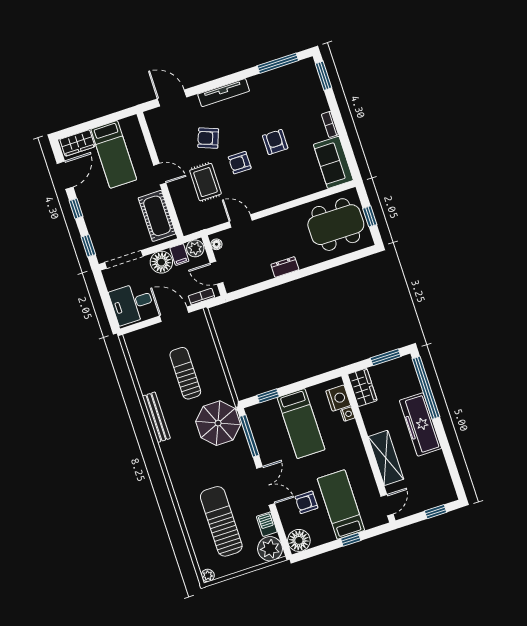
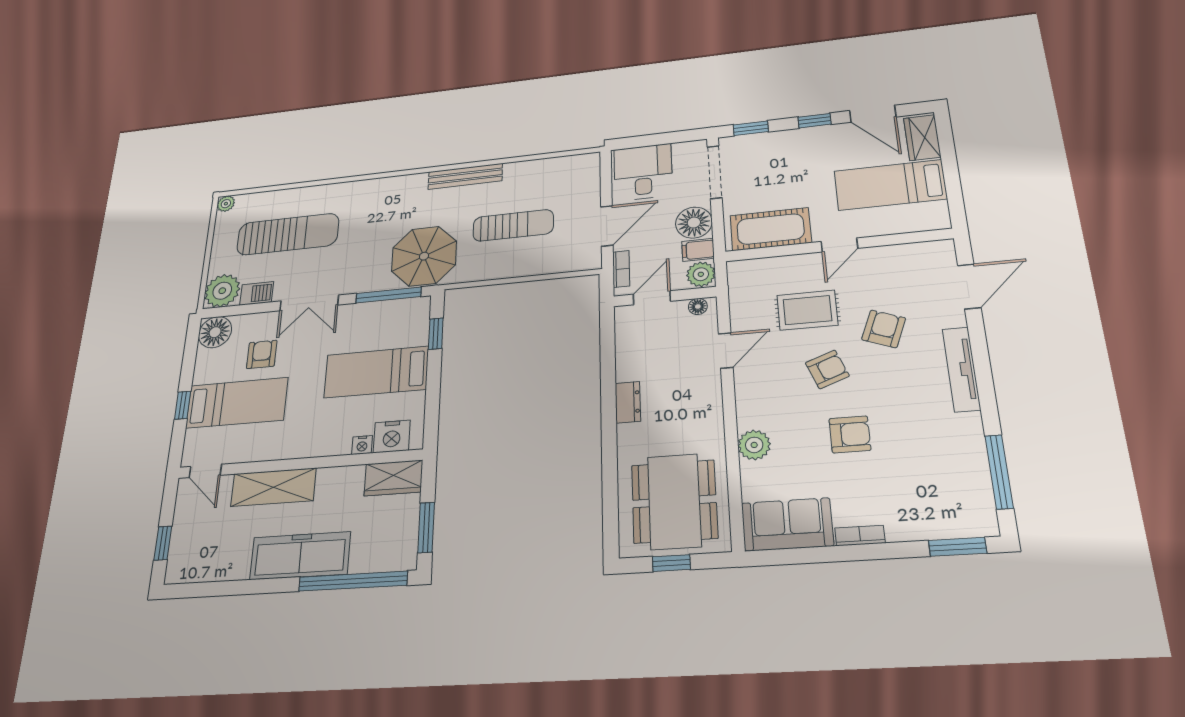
armchair: (240, 163) -> (827, 369), turned 69
plant: (293, 191) -> (754, 445), added

